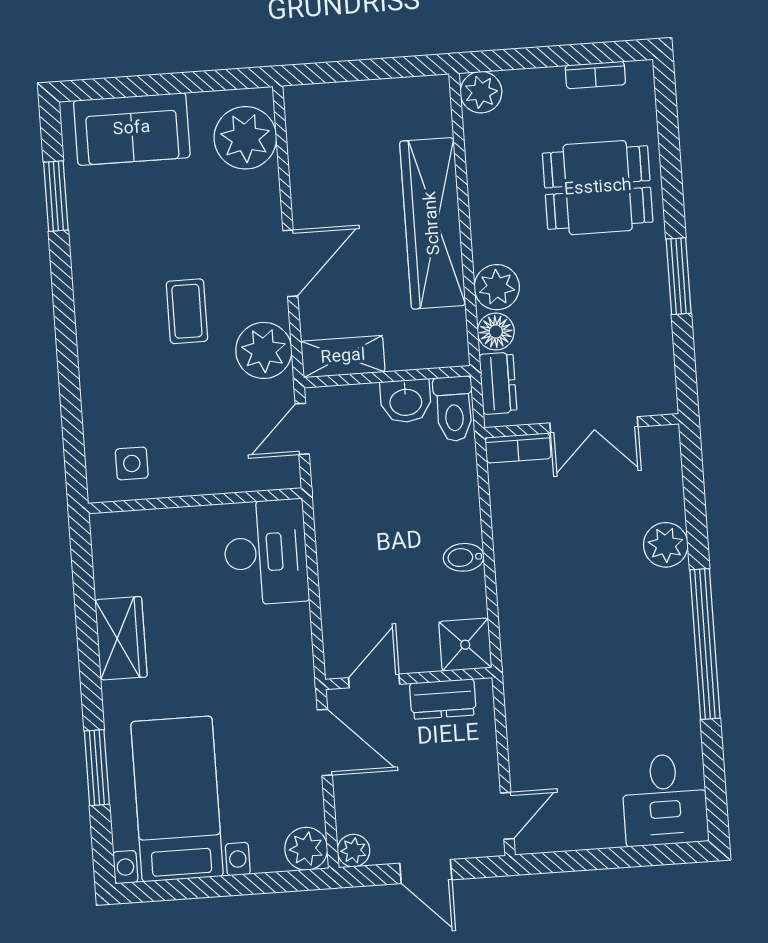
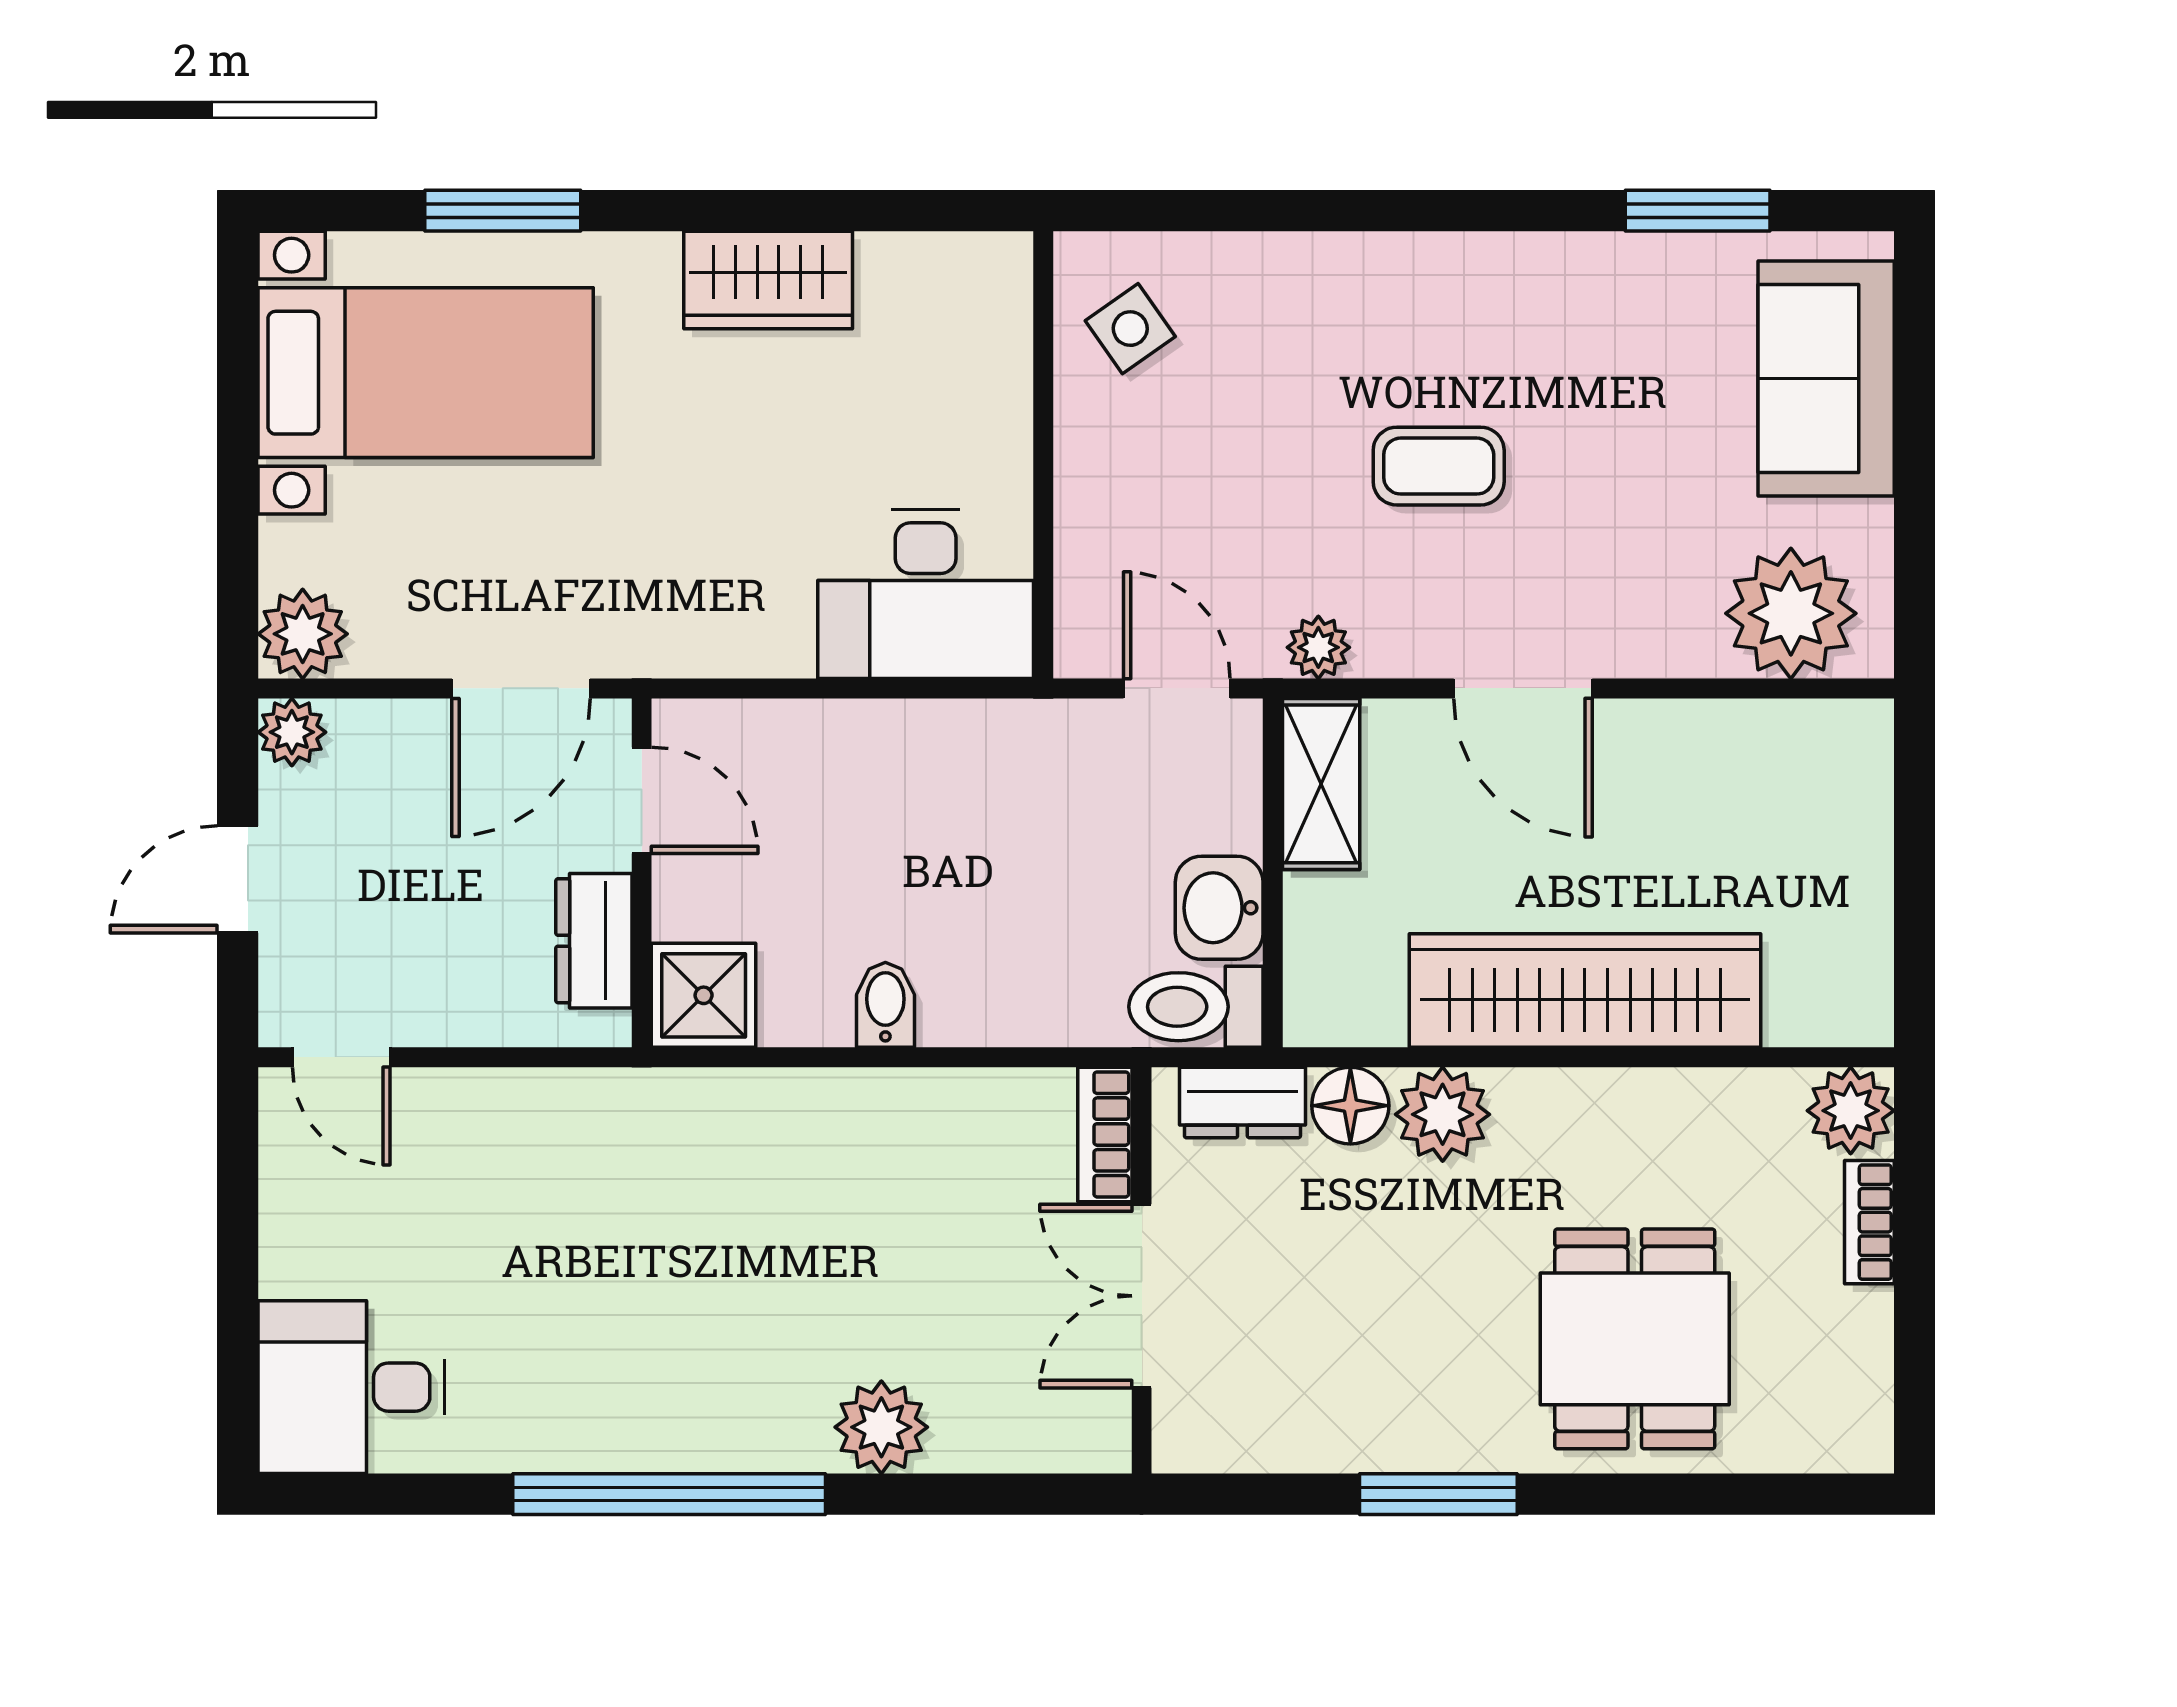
bookcase: (595, 75) -> (1869, 1222), moved
plant: (264, 350) -> (1318, 647), width x0.53, depth x0.53
side table: (132, 463) -> (1130, 329), turned -35

